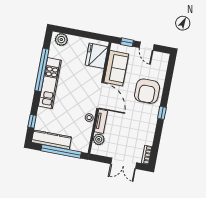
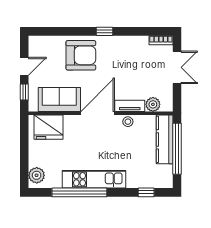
kitchen counter: (51, 140) -> (165, 139), moved

